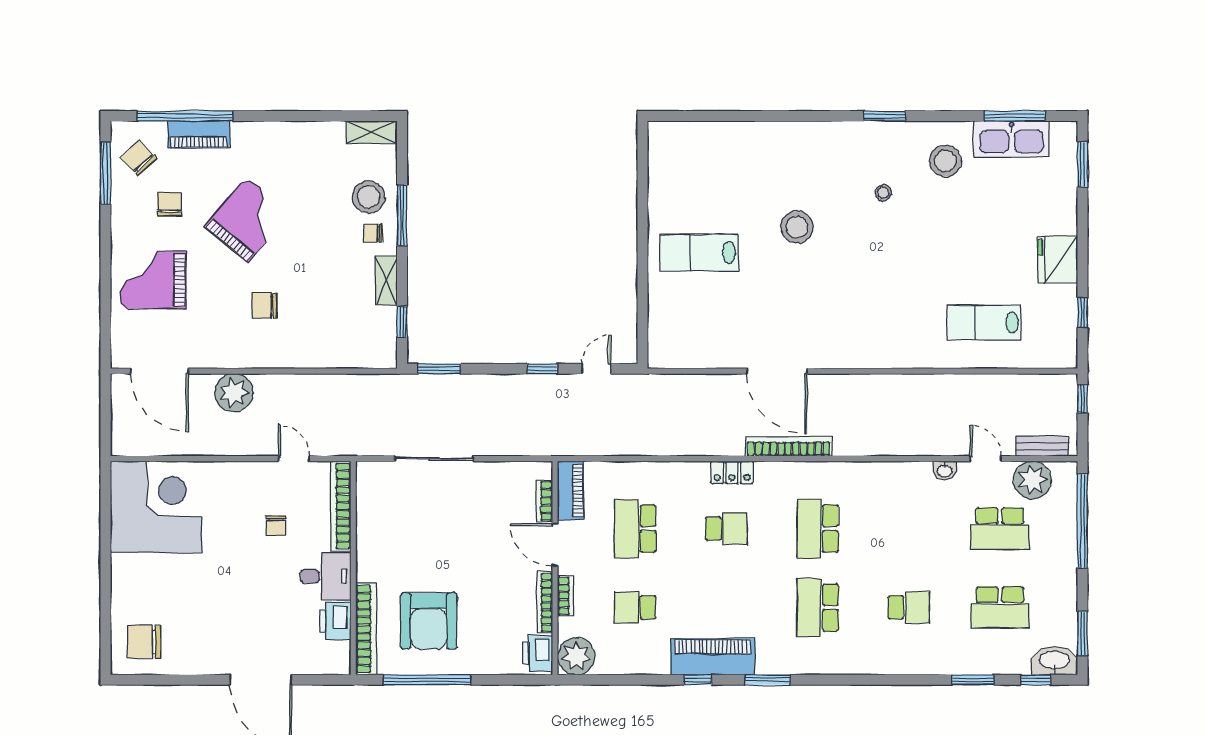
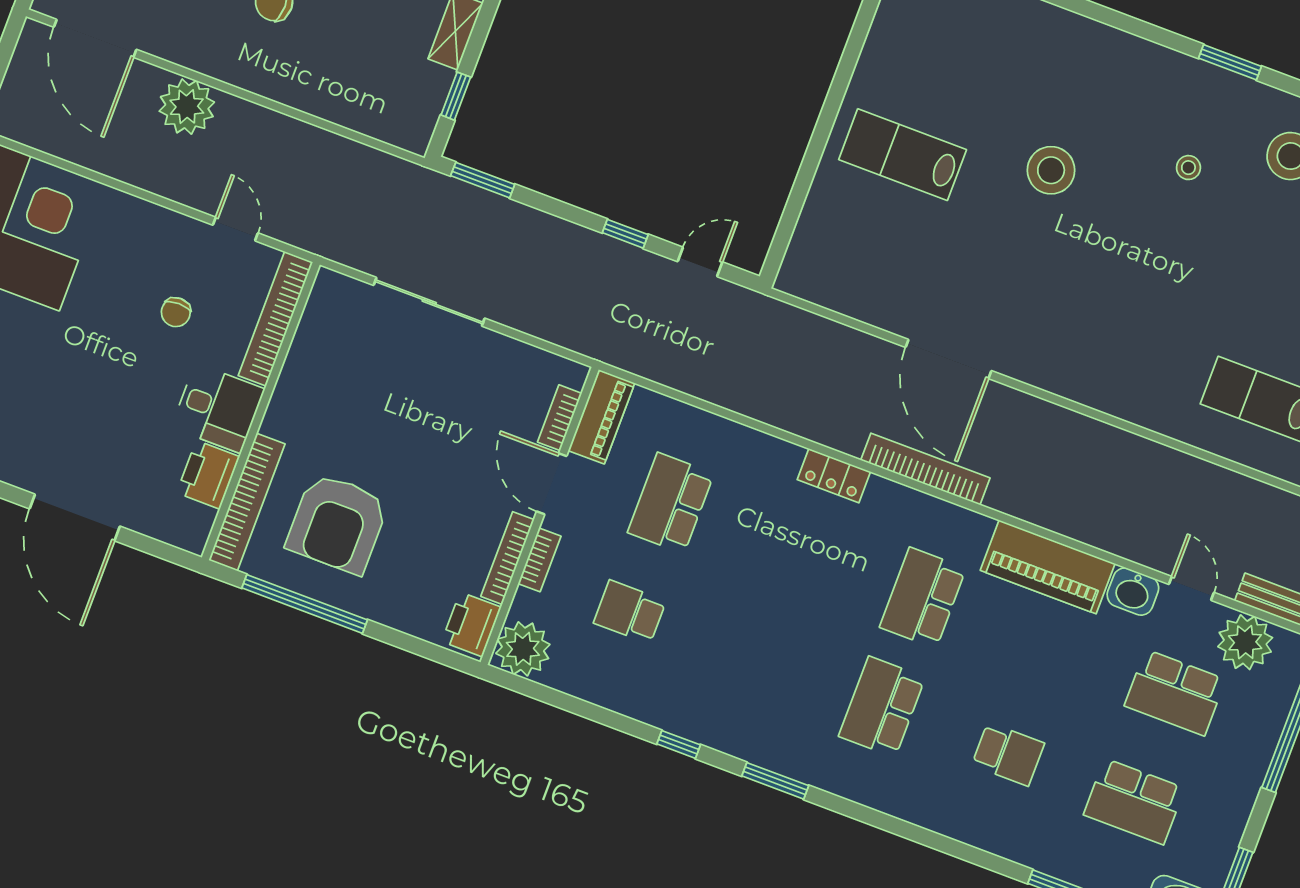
washbasin: (945, 470) -> (1133, 592), width x1.38, depth x1.45
school desk: (726, 529) -> (797, 550), removed
piano: (713, 657) -> (1048, 567), moved, turned 180

